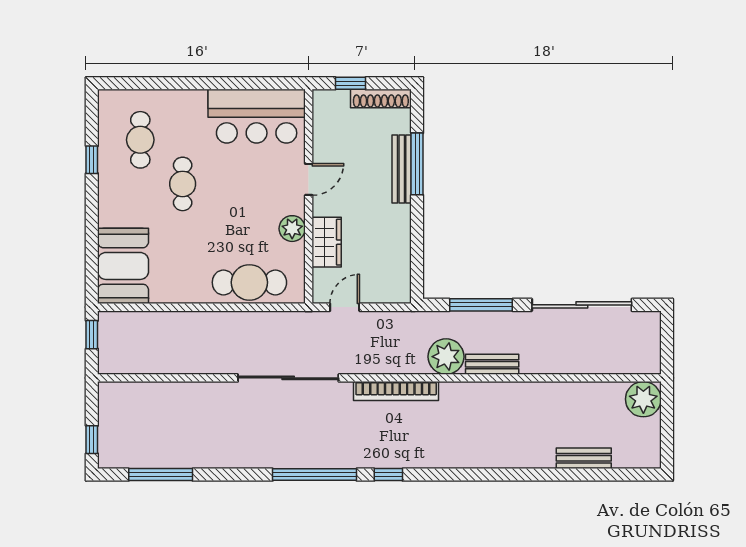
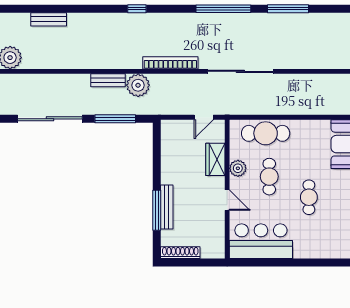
window: (350, 83) -> (200, 263), removed
cafe table: (140, 140) -> (269, 177), moved
door: (309, 179) -> (227, 200), swing flipped
window: (161, 475) -> (288, 9), moved
window: (388, 475) -> (137, 9), moved

